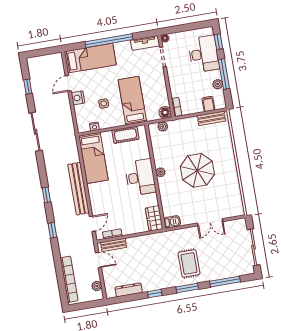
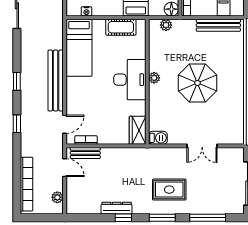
bench: (211, 118) -> (218, 25), width x1.36
rug: (189, 263) -> (169, 190), turned 90
dresser: (129, 290) -> (117, 208), moved

